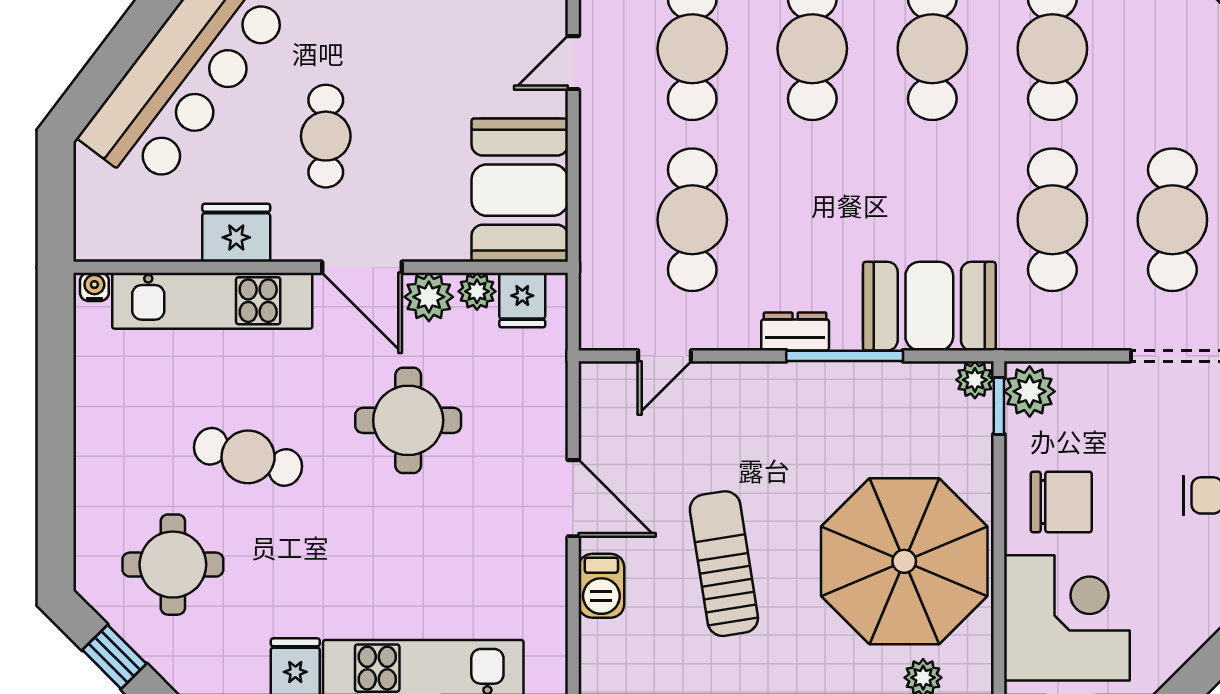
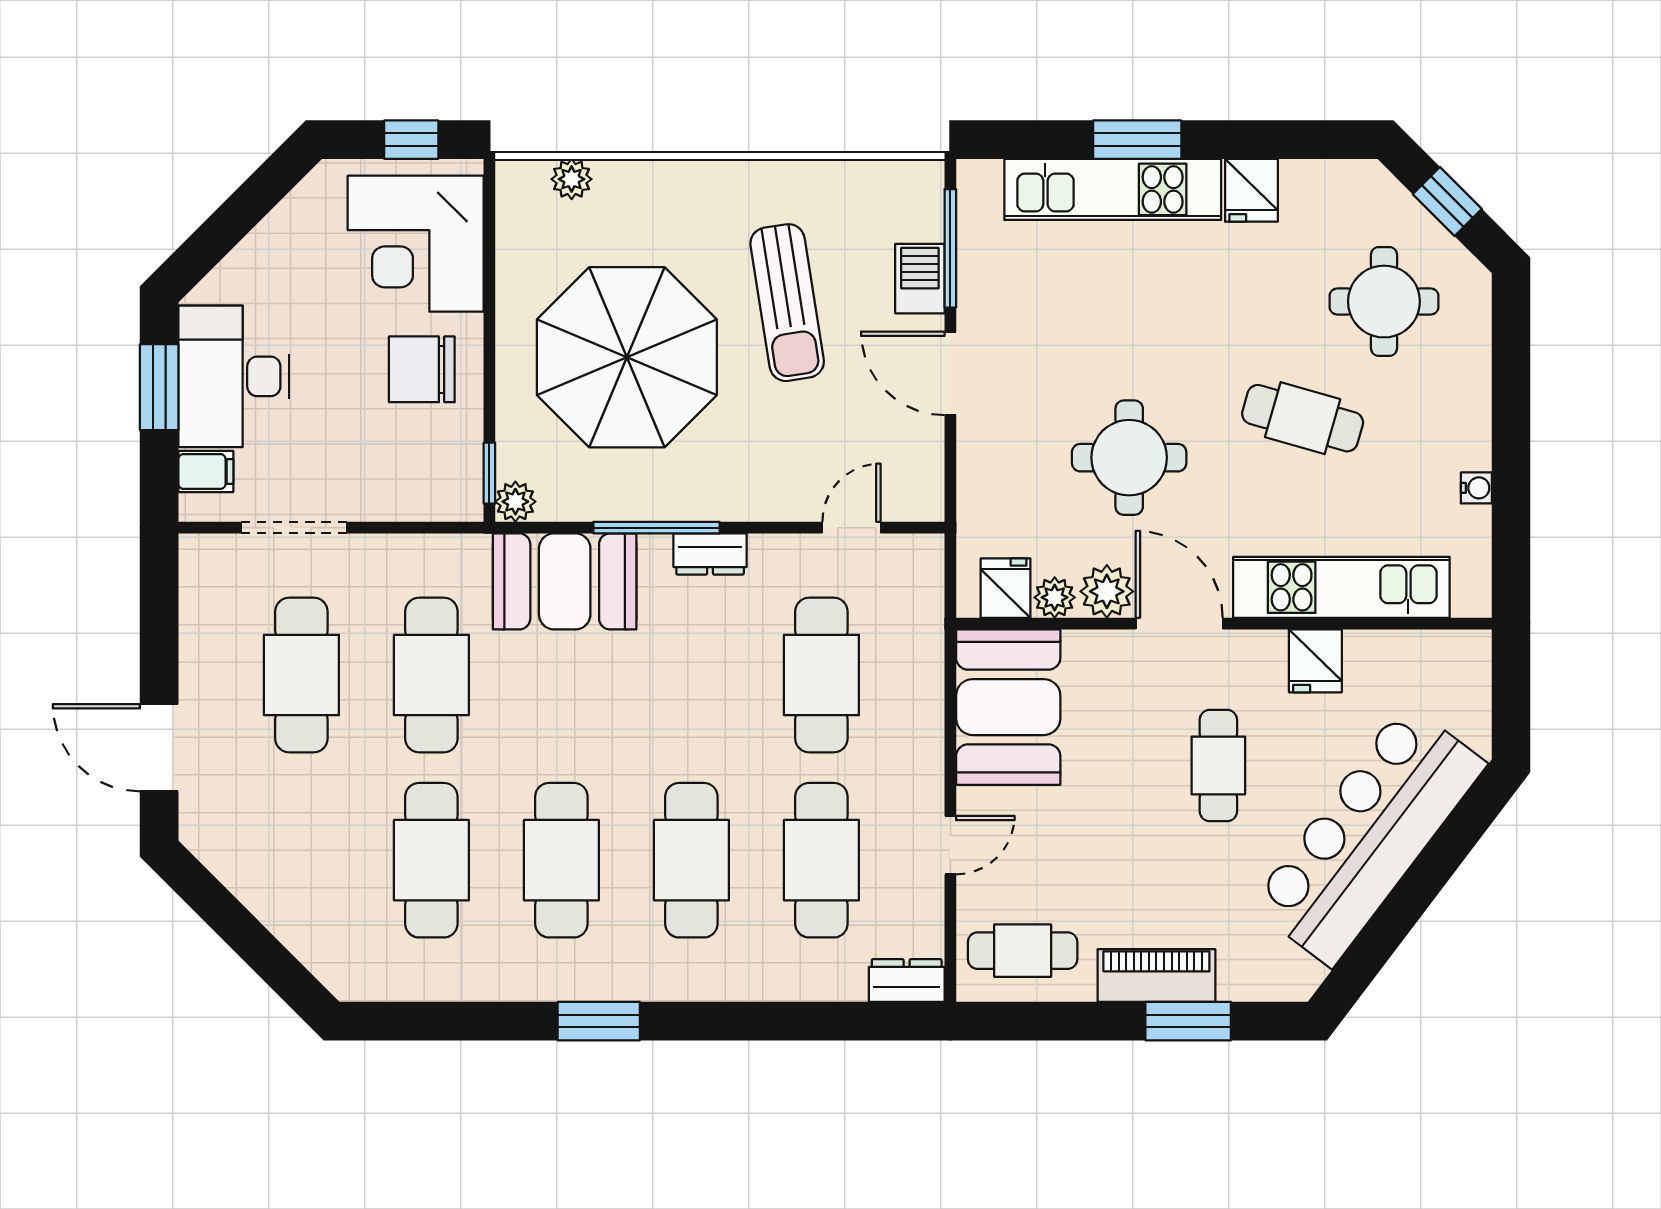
fridge: (236, 233) -> (1315, 661), width x0.72
water cooler: (94, 287) -> (1476, 488), moved, turned -90
plant: (1030, 391) -> (456, 489), removed
parasol: (904, 561) -> (627, 357), moved
window: (573, 614) -> (950, 248), added

